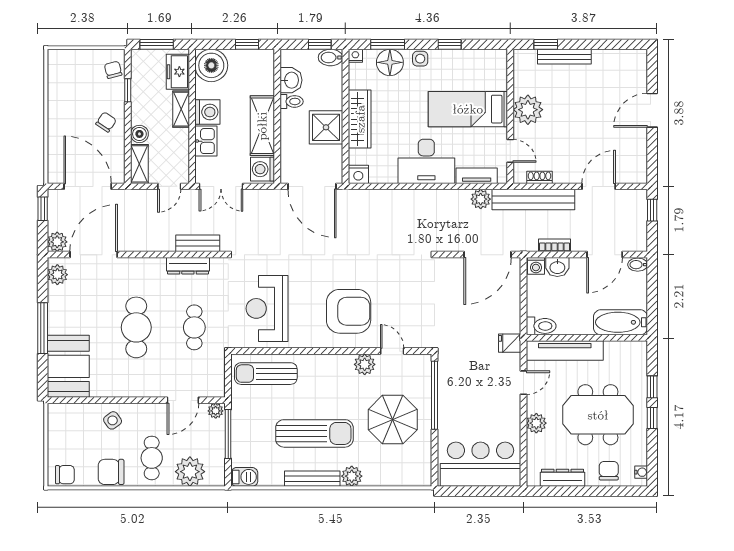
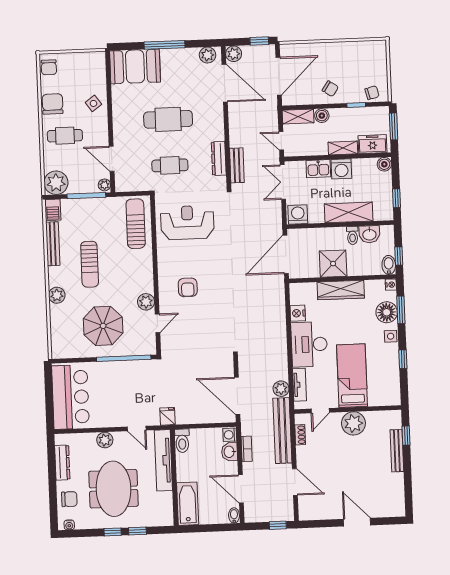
boiler: (211, 65) -> (384, 164), width x0.54, depth x0.54
shelving: (262, 126) -> (349, 212), moved
nightstand: (358, 174) -> (298, 313), moved
armchair: (349, 311) -> (188, 287), width x0.53, depth x0.53
sun lounger: (314, 433) -> (90, 264), width x0.73, depth x0.75
plant: (190, 472) -> (56, 183), moved
bench: (312, 479) -> (53, 244), moved

